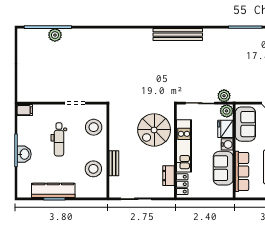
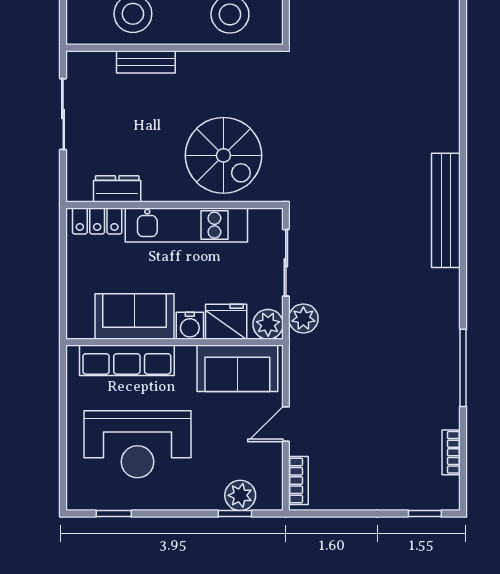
spiral stairs: (154, 130) -> (223, 155), turned 180

